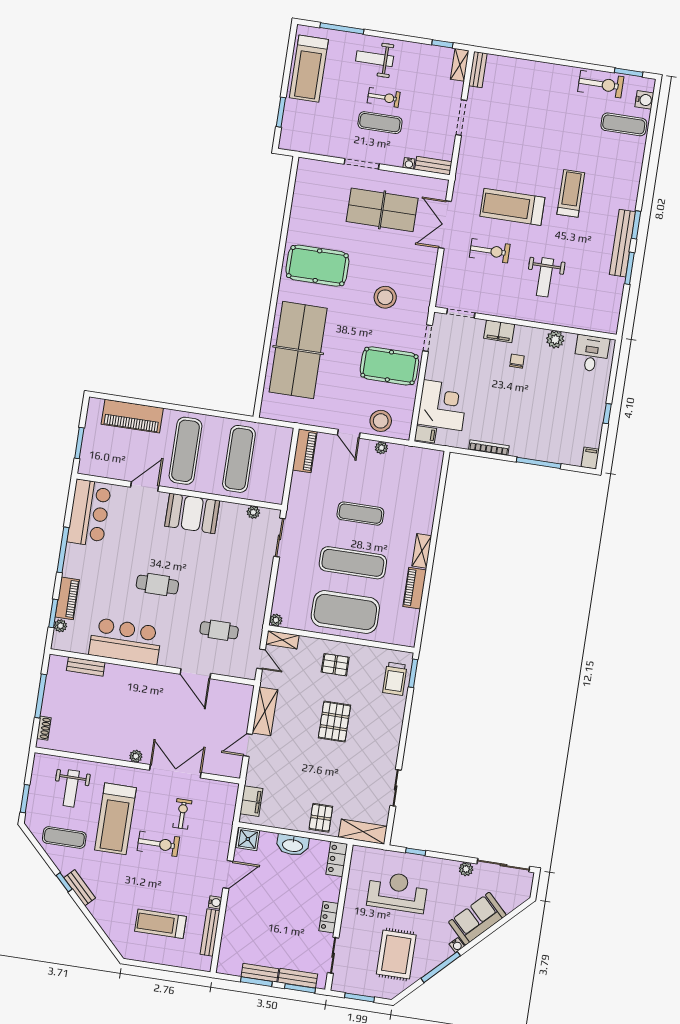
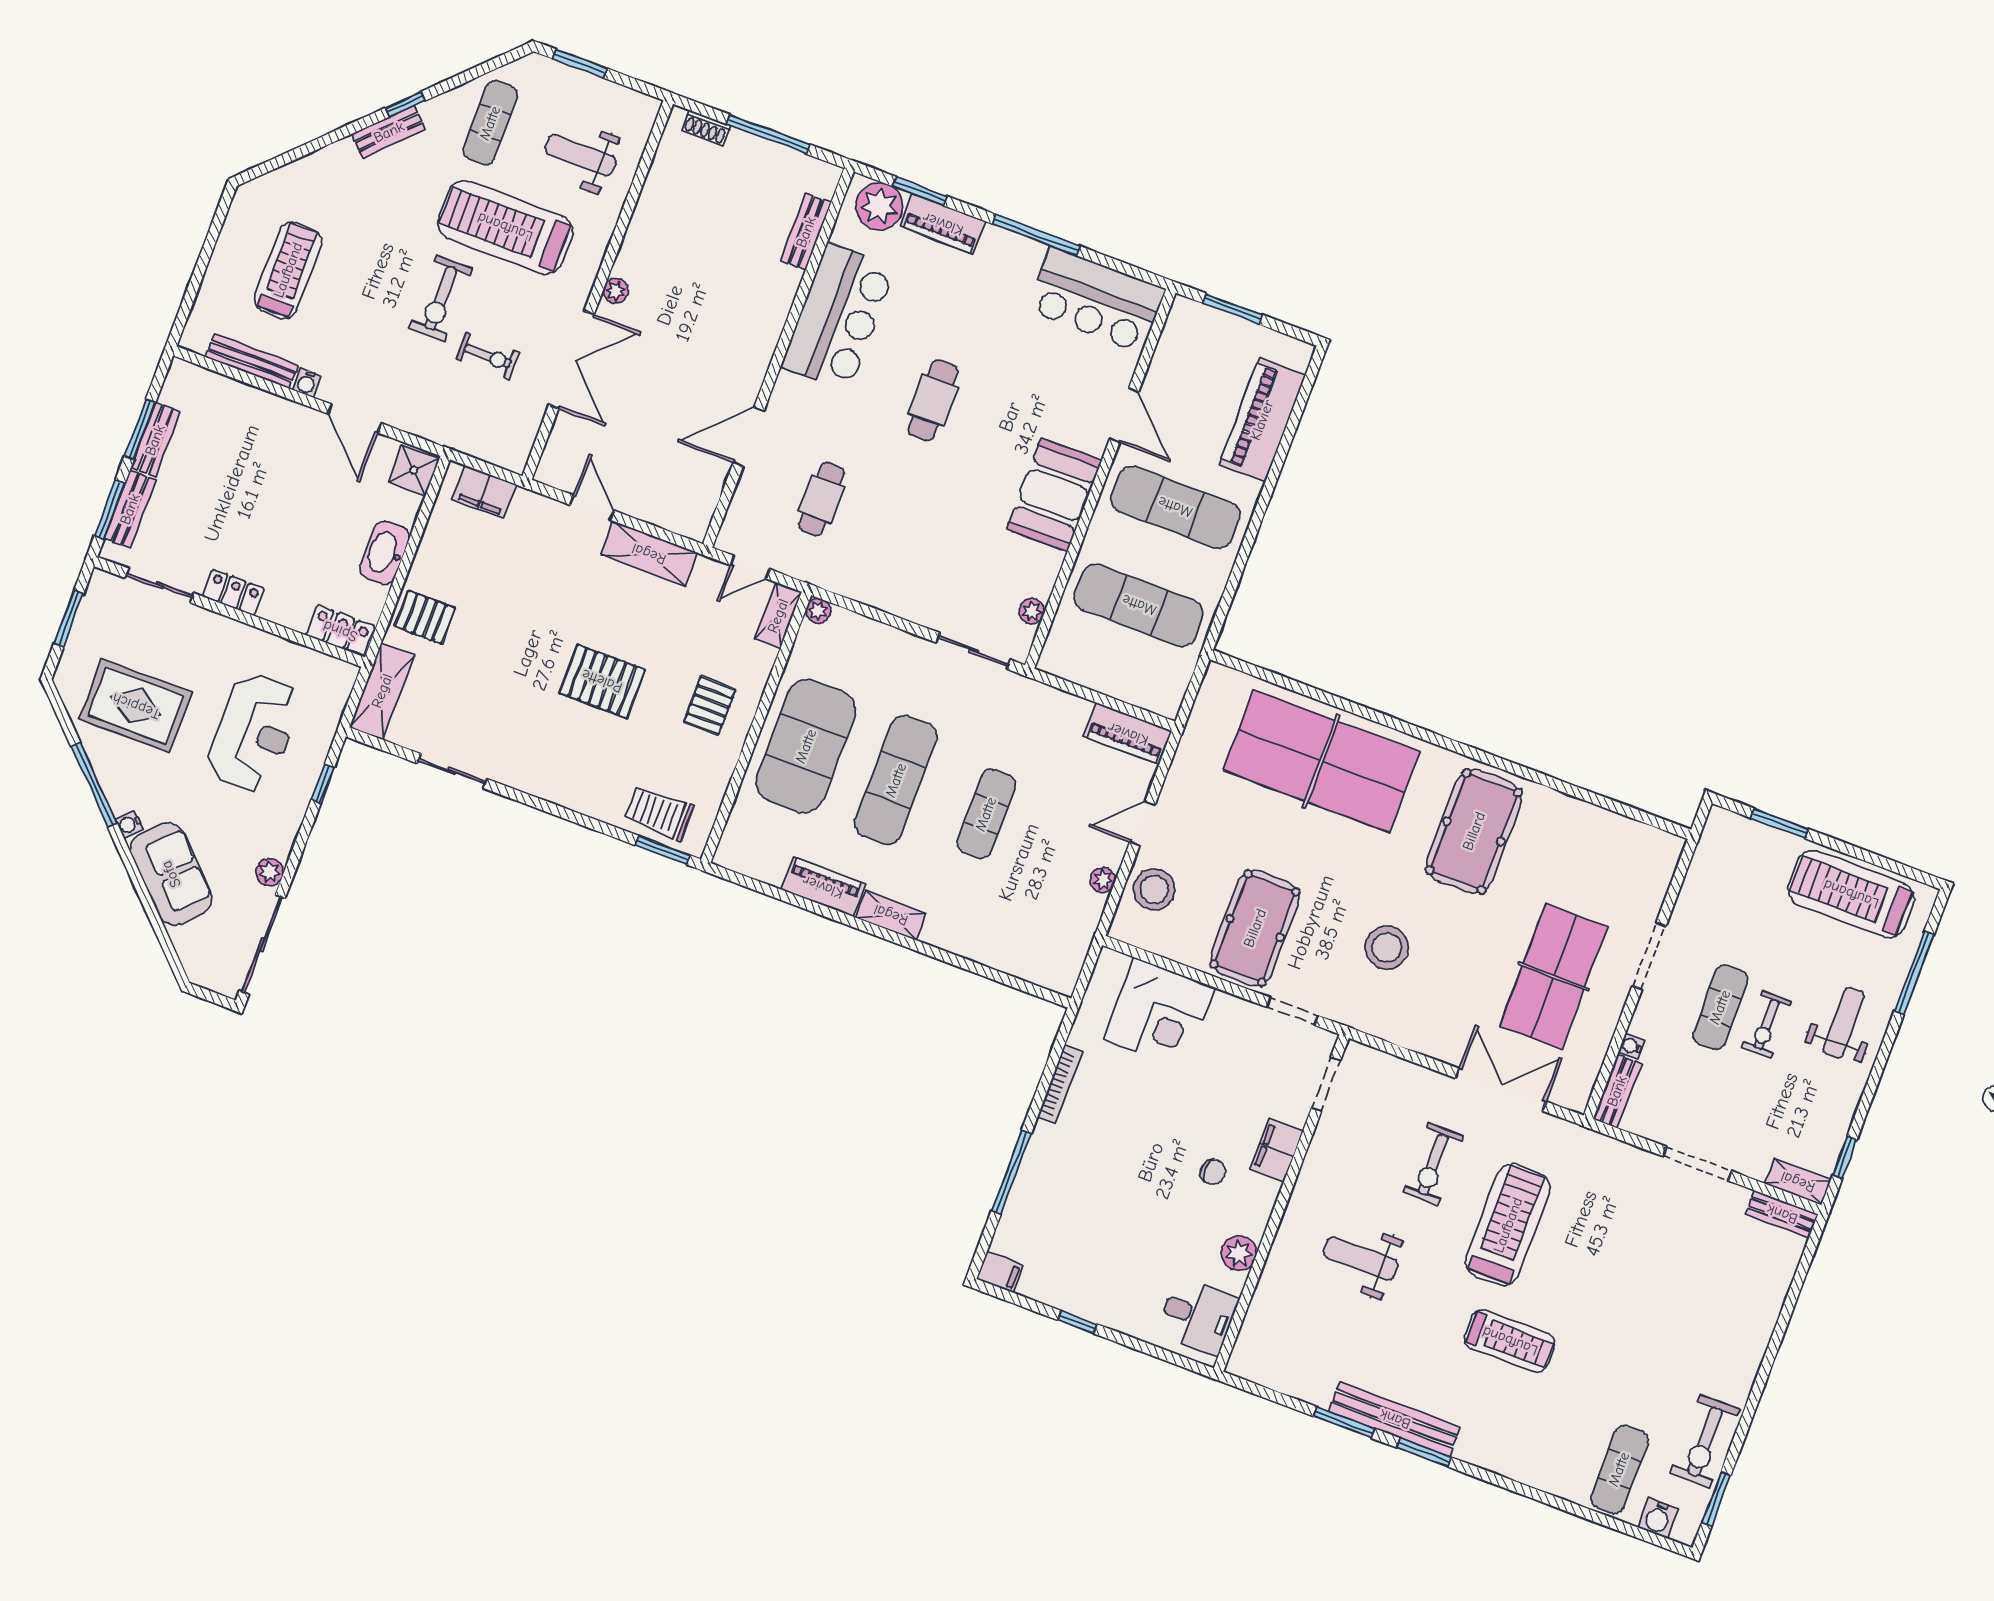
filing cabinet: (425, 434) -> (1111, 969), removed
plant: (60, 626) -> (879, 206), width x1.88, depth x1.88

